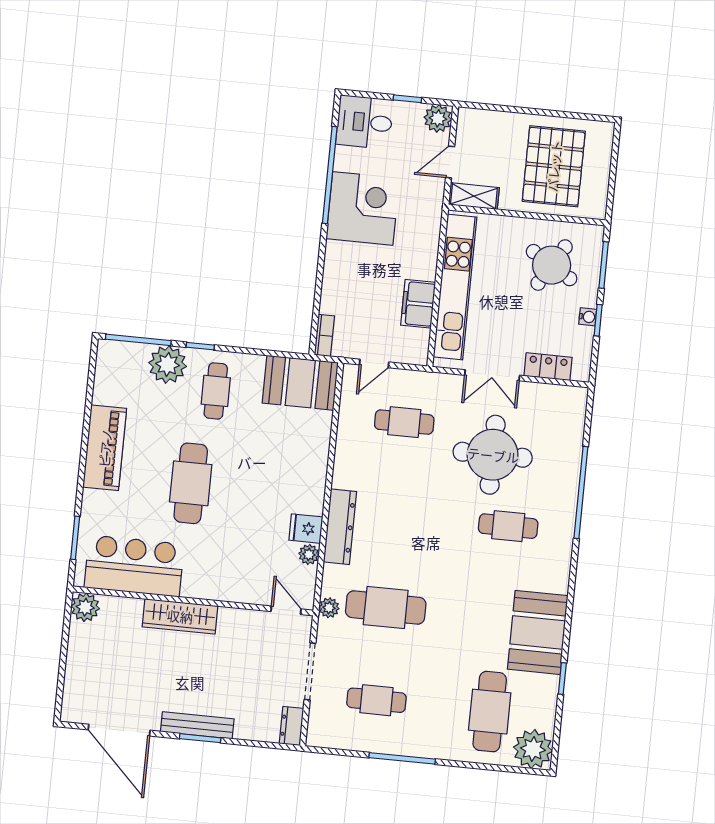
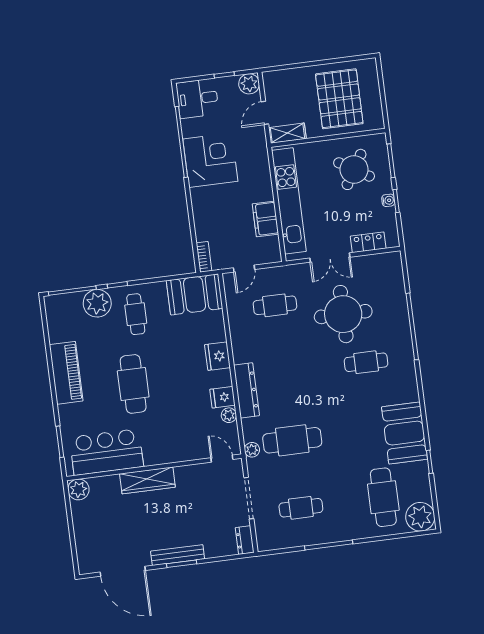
fridge: (312, 472) -> (217, 356), added

